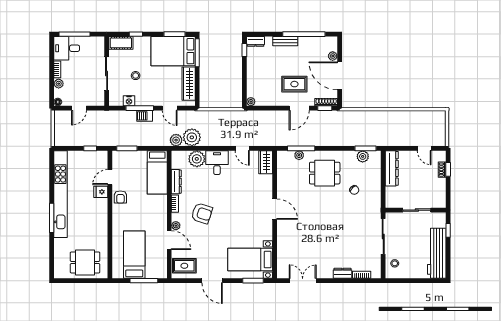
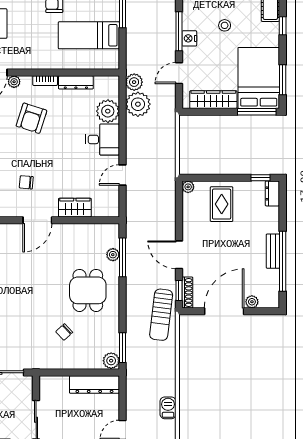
bench: (285, 41) -> (273, 251), moved
rug: (294, 84) -> (222, 204), moved
nightstand: (129, 101) -> (189, 38), moved
barbecue: (145, 116) -> (168, 408), moved
sun lounger: (342, 121) -> (161, 315), added
plant: (363, 156) -> (111, 361), moved
wardrobe: (266, 162) -> (75, 208), moved
bed: (157, 172) -> (89, 35), moved
chair: (248, 217) -> (26, 182), added

